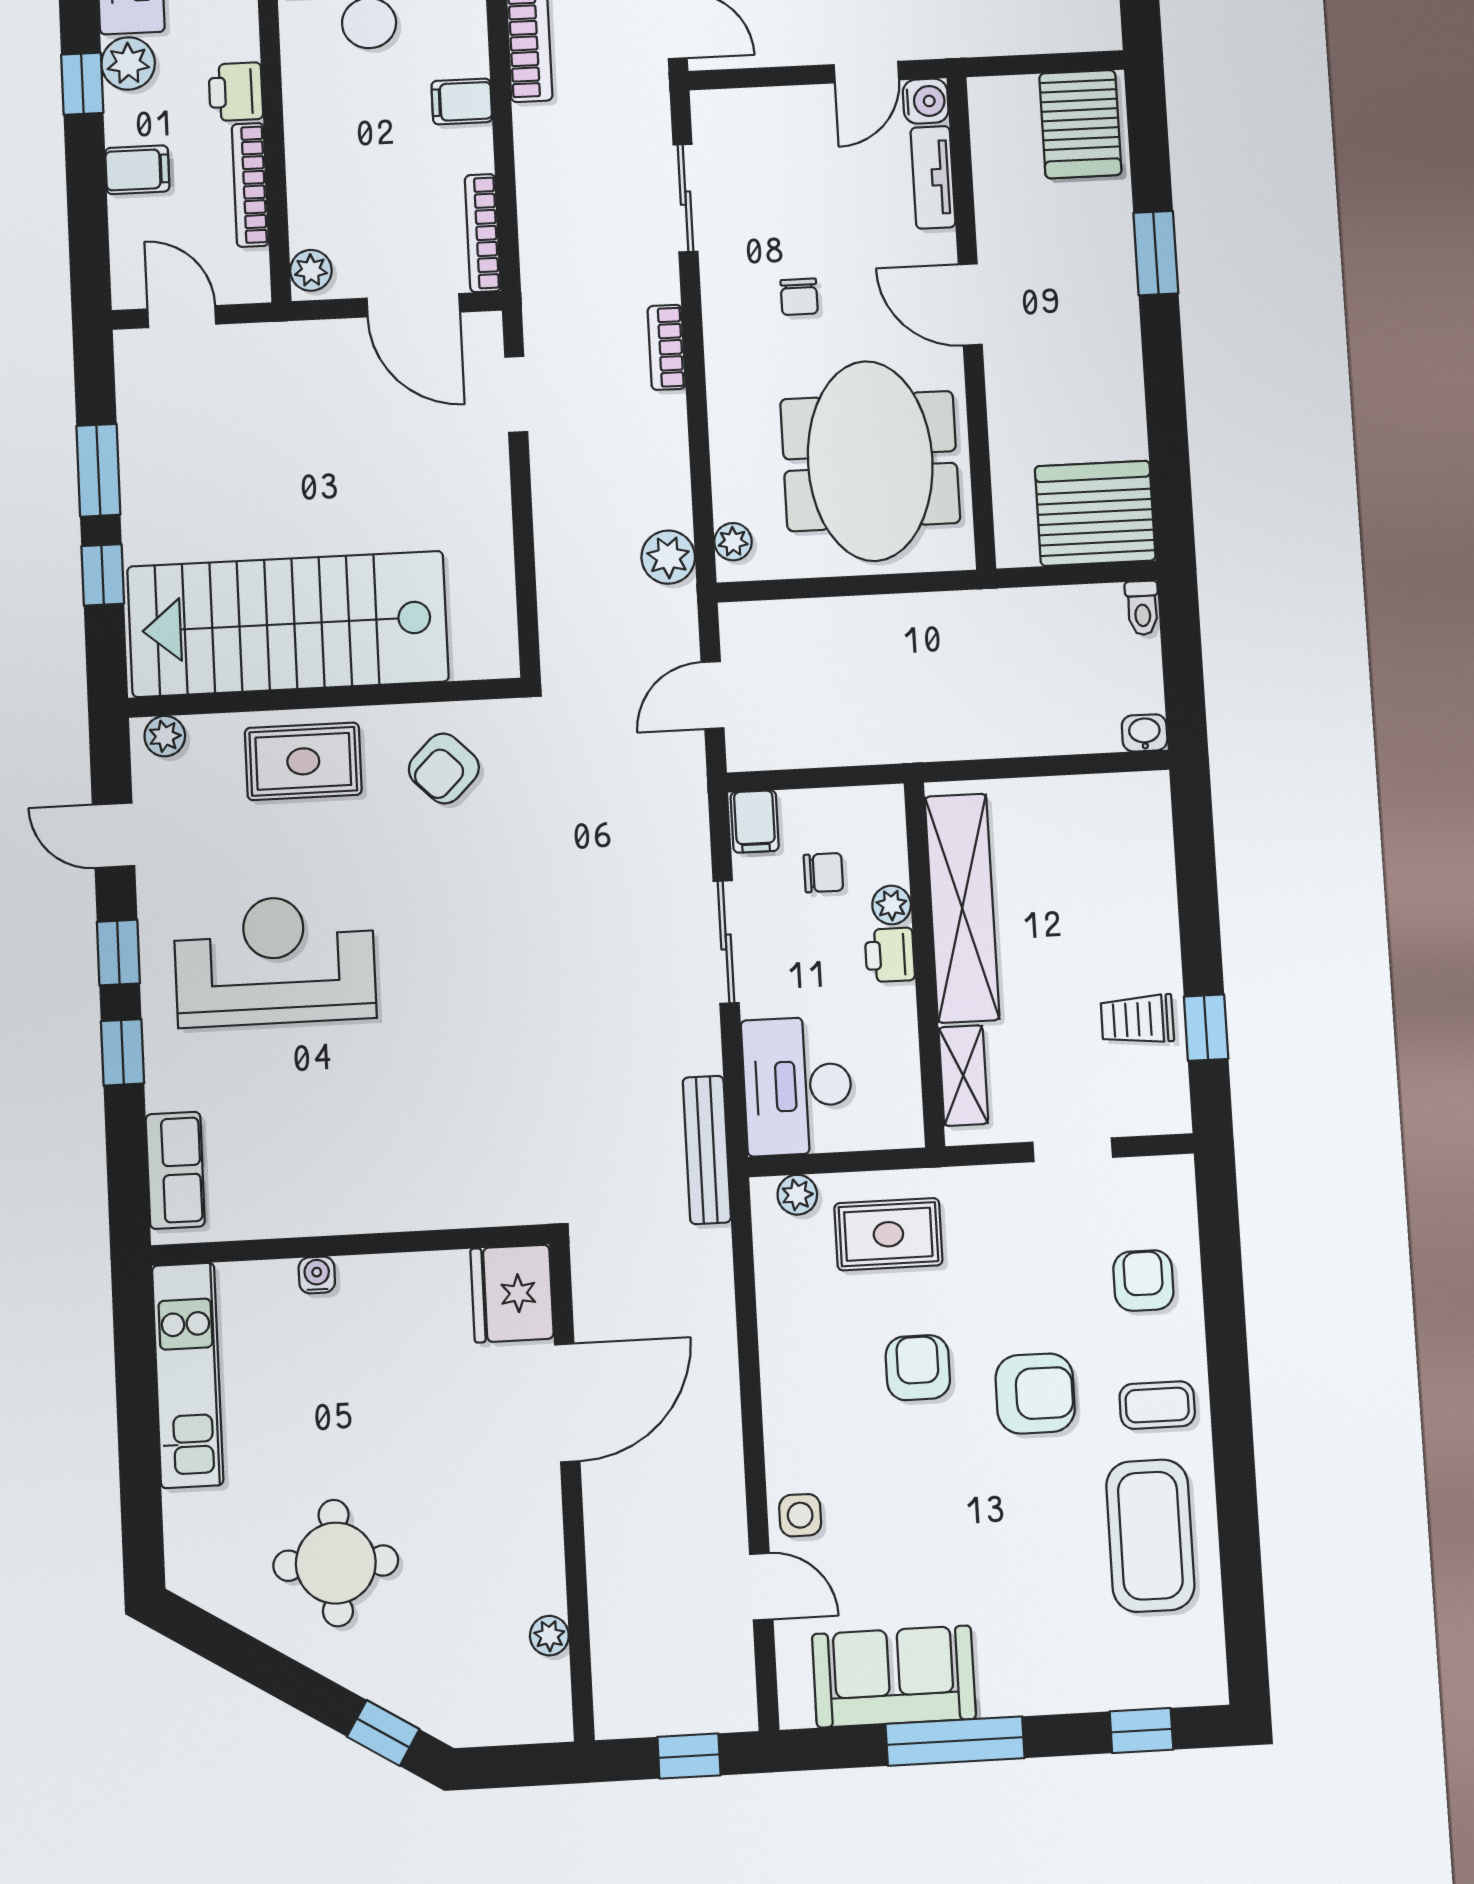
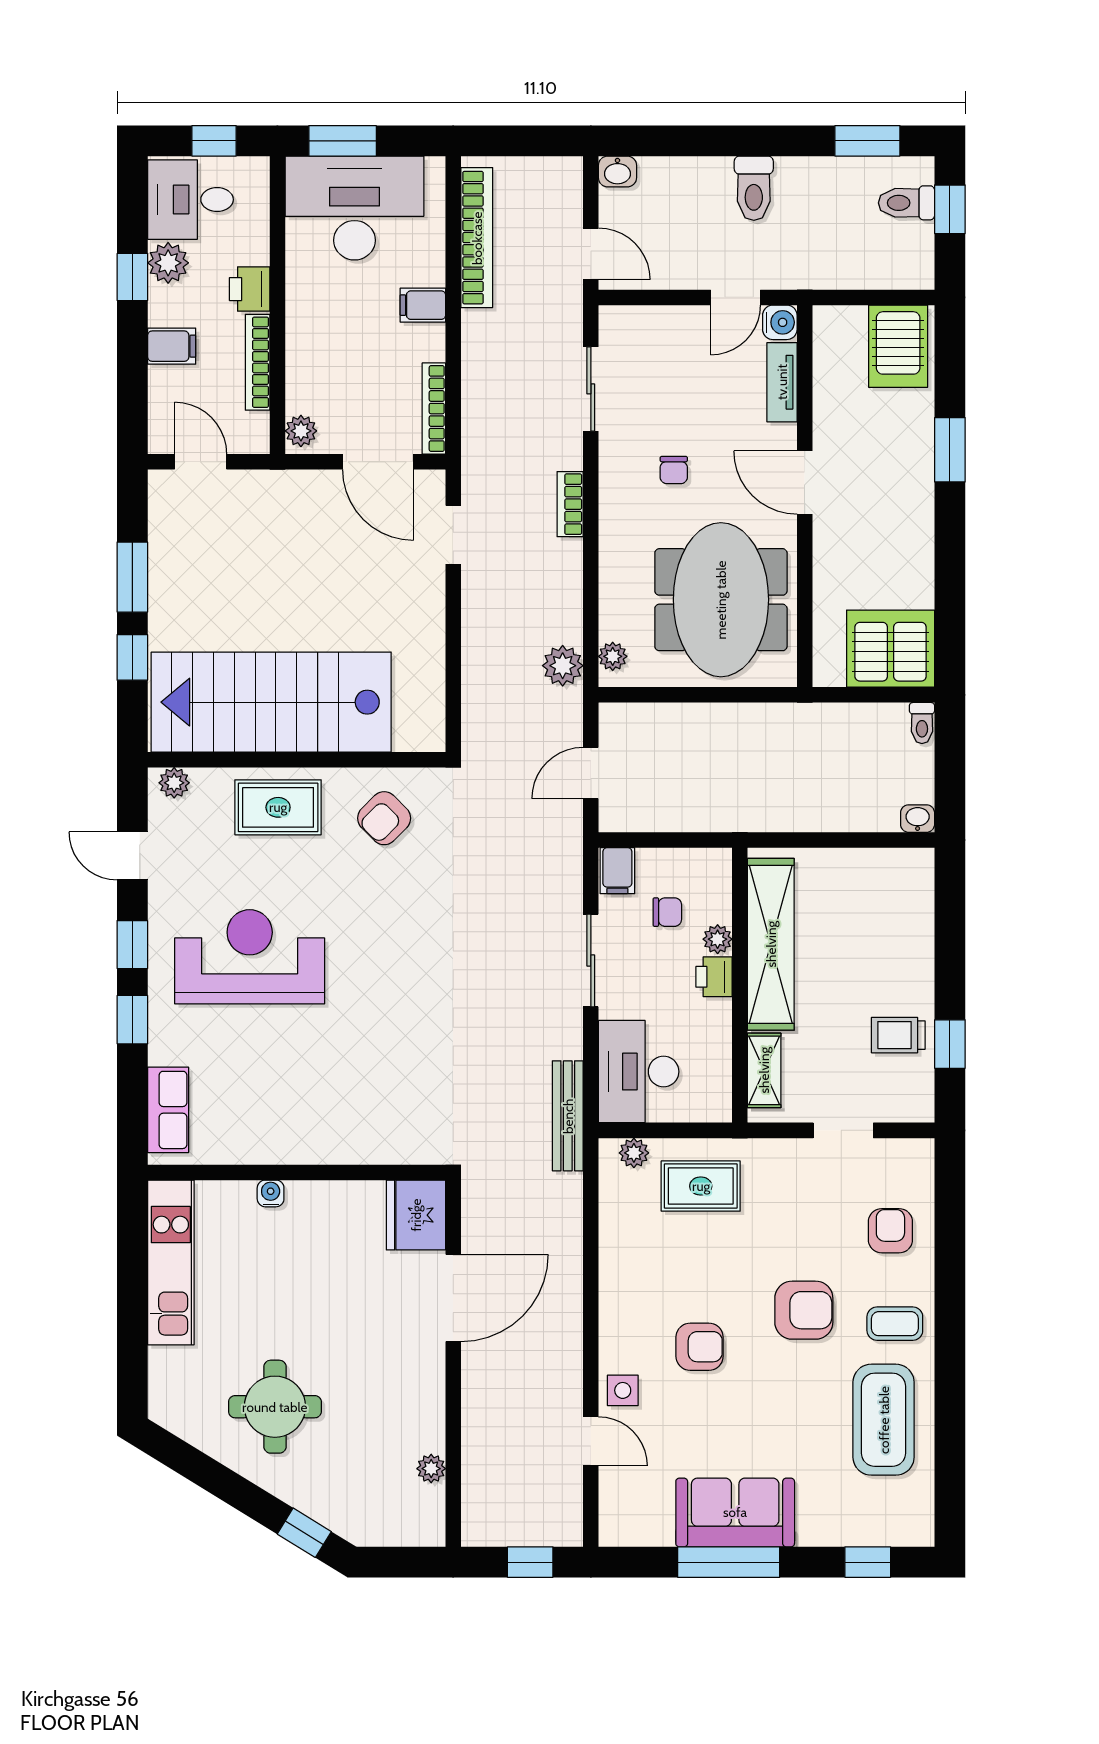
armchair: (918, 1368) -> (700, 1347), moved, turned 90
sofa: (894, 1677) -> (735, 1512), moved

